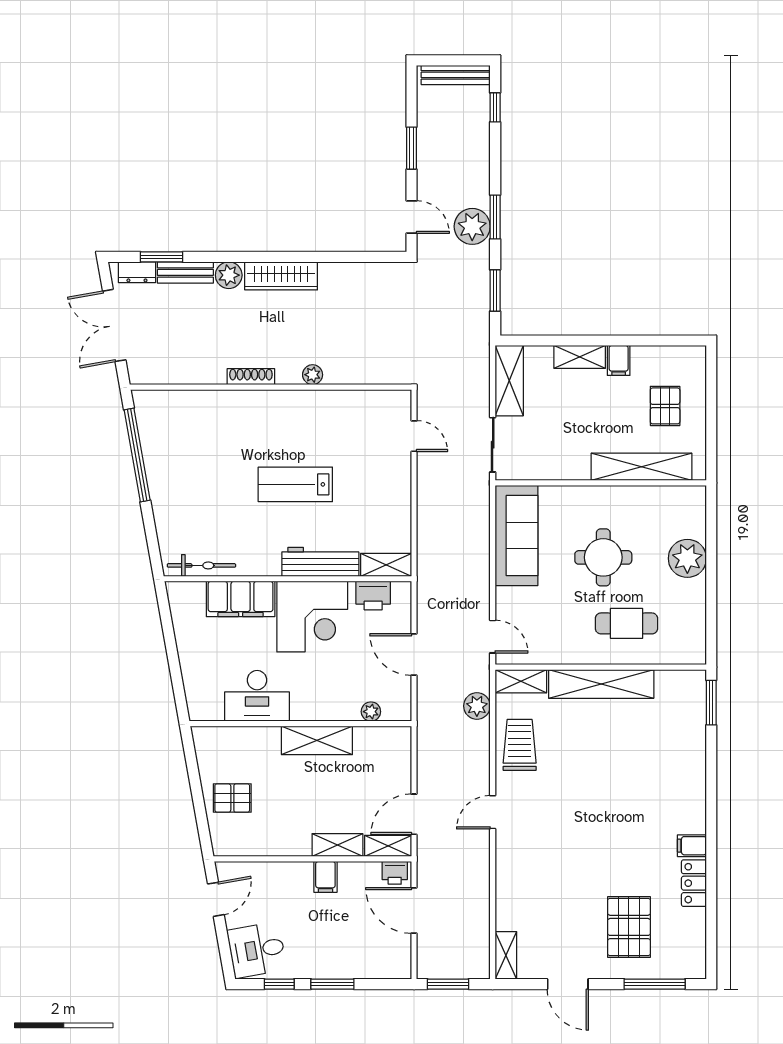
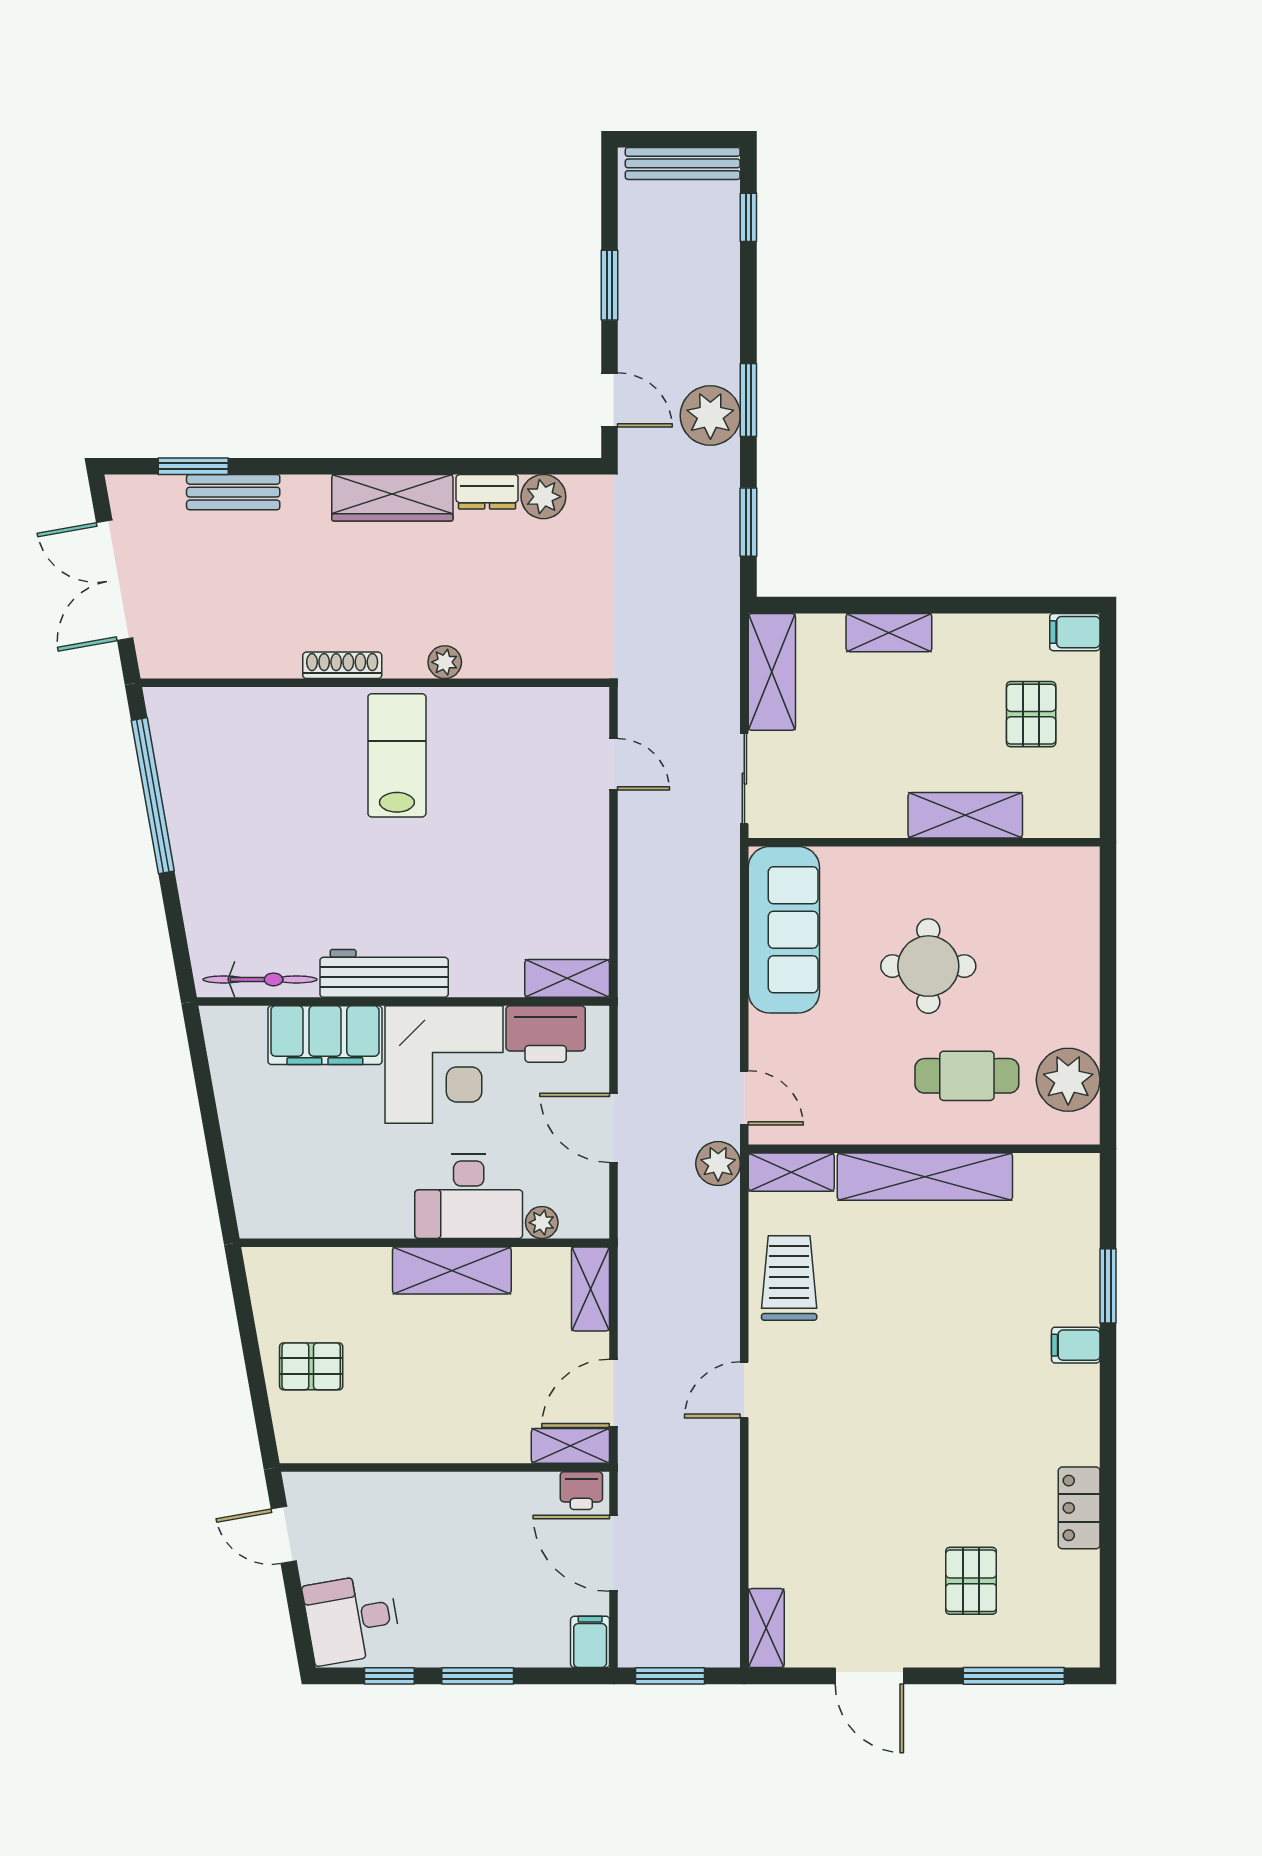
dresser: (137, 272) -> (487, 492), moved
plant: (229, 275) -> (543, 497), moved
filing cabinet: (619, 360) -> (1075, 632), moved, turned 90
shelving: (641, 467) -> (965, 815), width x0.68
lab bench: (295, 484) -> (397, 755), moved, turned 90
plant: (687, 558) -> (1068, 1080), moved
workbench: (320, 562) -> (384, 973), moved
printer: (373, 595) -> (546, 1034), width x1.37, depth x1.19
desk: (257, 696) -> (469, 1196), moved
window: (711, 703) -> (1108, 1286), moved
plant: (477, 706) -> (718, 1164), moved
shelving: (337, 845) -> (590, 1289), moved, turned 90
filing cabinet: (692, 846) -> (1076, 1345), moved
filing cabinet: (325, 877) -> (590, 1642), moved, turned 180
door: (216, 899) -> (284, 1535), swing flipped
pallet: (629, 927) -> (971, 1581), width x0.67, depth x0.71

